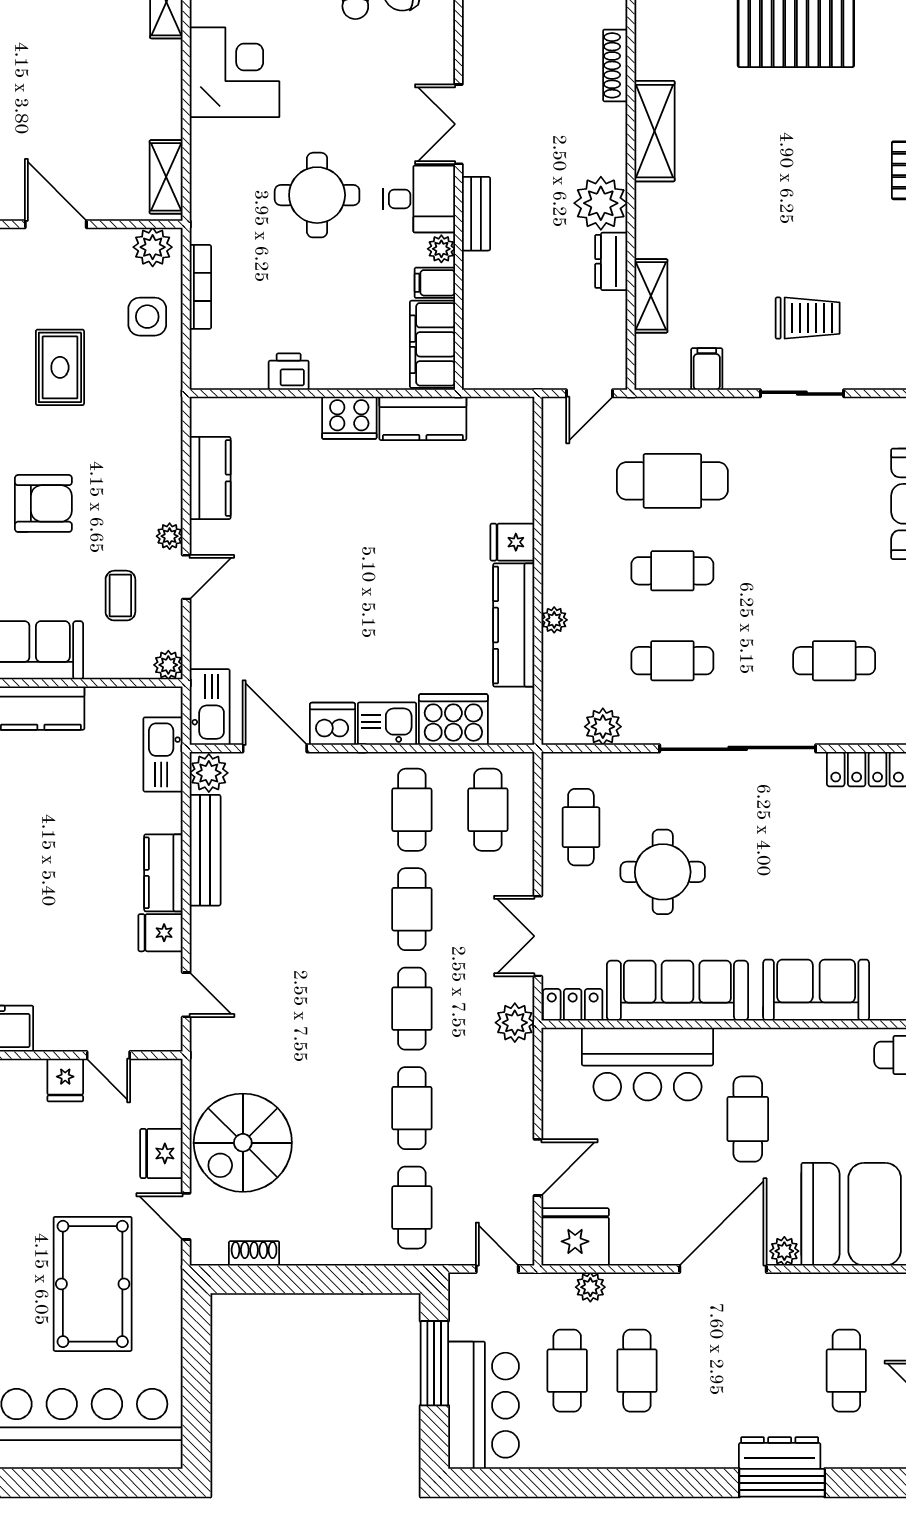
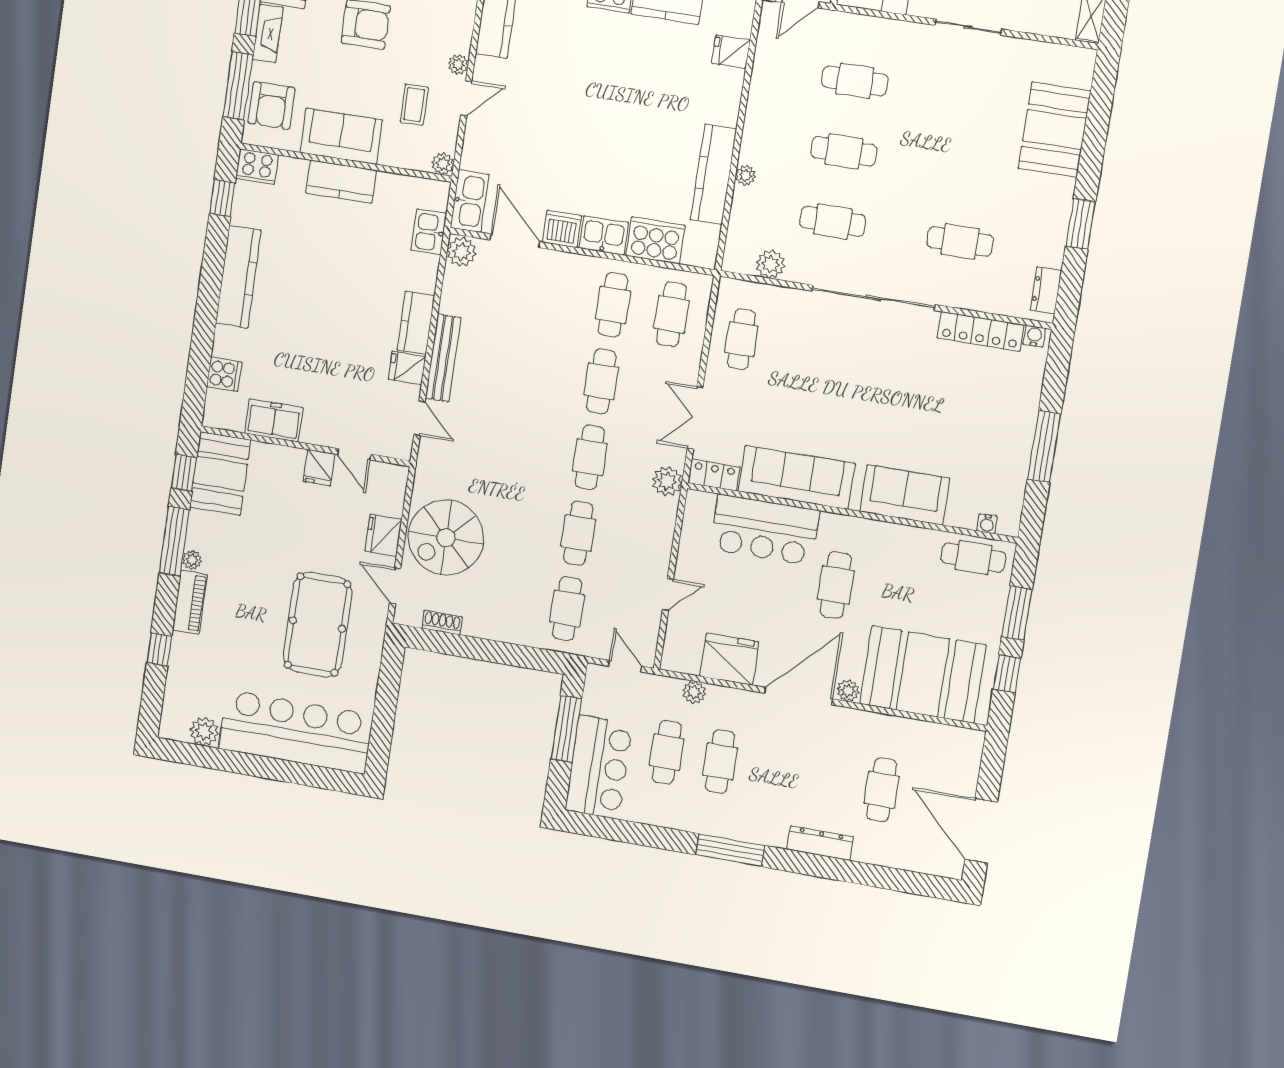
cafe table: (672, 481) -> (855, 81), width x0.73, depth x0.74
fridge: (512, 542) -> (731, 52), moved
kitchen sink: (163, 754) -> (429, 232), width x0.73
bench: (205, 850) -> (443, 358), moved
round table: (663, 872) -> (800, 384), removed
door: (538, 1167) -> (668, 594), width x0.73
fridge: (575, 1237) -> (729, 659), moved
window: (782, 1483) -> (730, 850), moved

